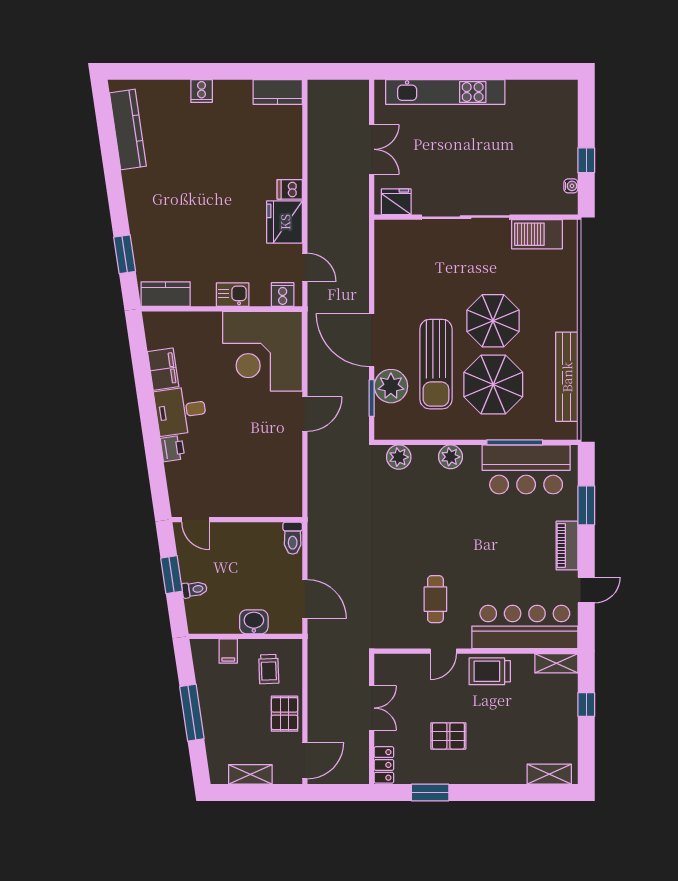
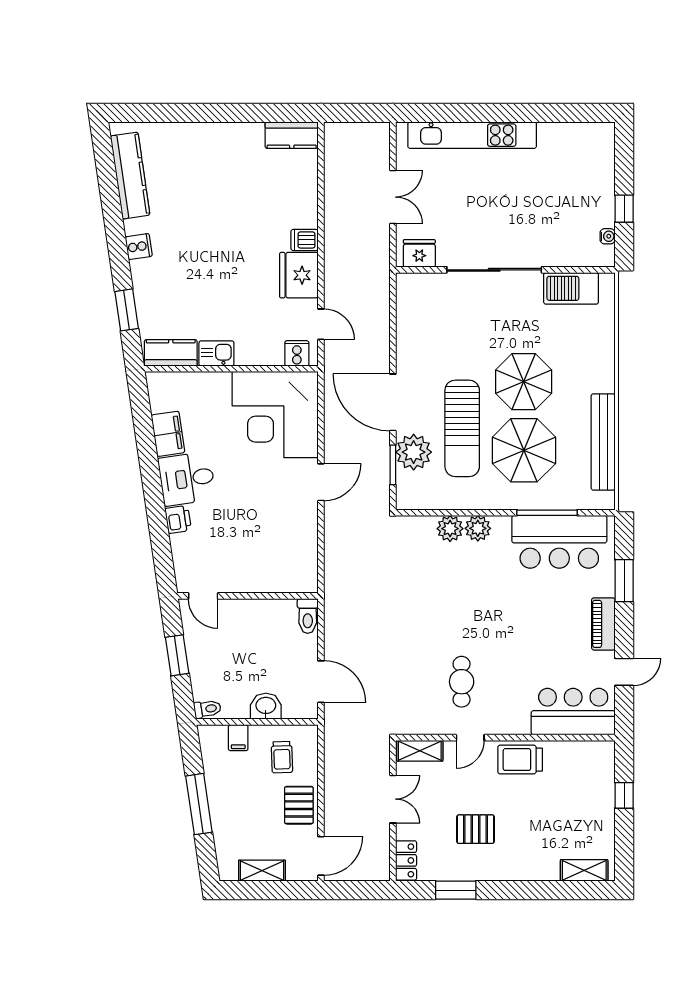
cooker: (202, 91) -> (139, 247), moved, turned -98
kitchen sink: (233, 295) -> (216, 353), moved
plant: (399, 457) -> (450, 529), moved
toilet: (195, 589) -> (207, 709), moved
bar counter: (525, 627) -> (573, 712), width x0.73
shelving: (556, 663) -> (420, 751), moved

